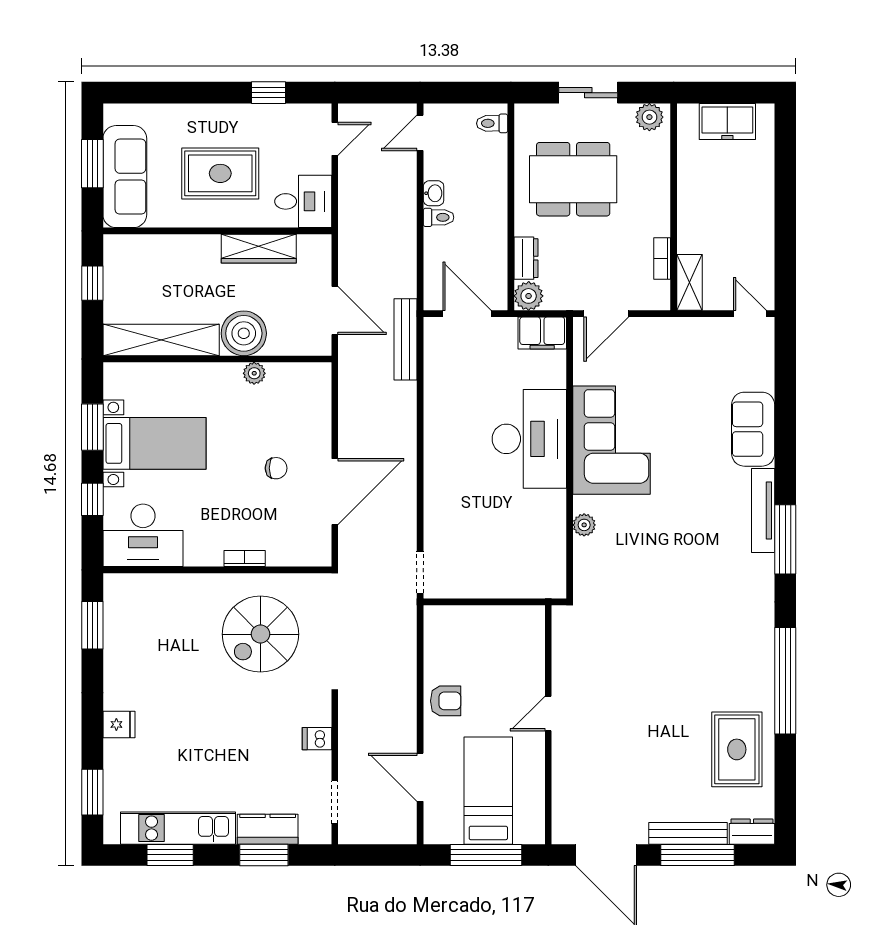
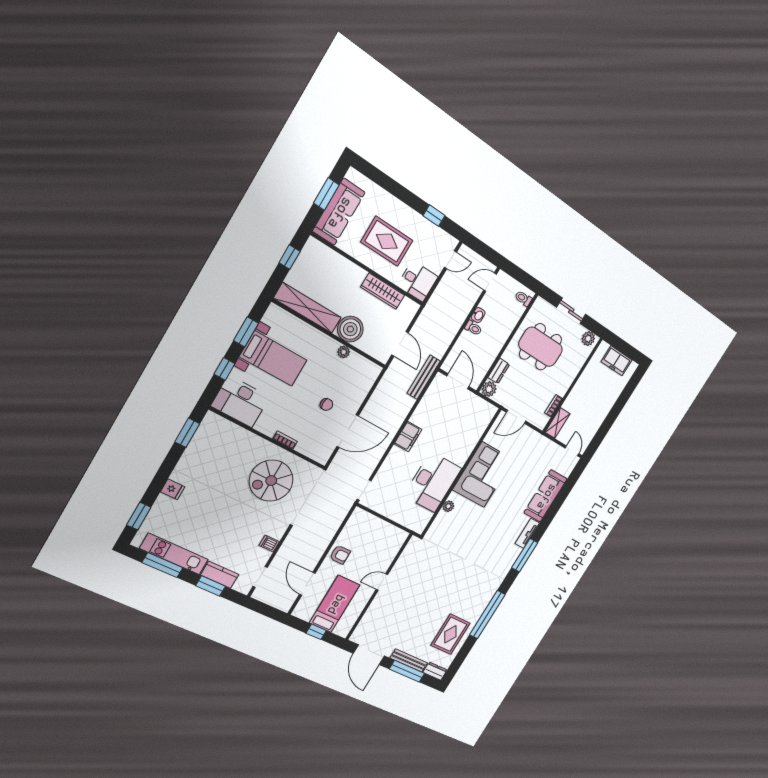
filing cabinet: (542, 333) -> (408, 437), moved, turned -90
sofa: (753, 429) -> (546, 496), width x1.36
desk: (529, 439) -> (433, 482), moved
tv unit: (763, 511) -> (527, 533), width x0.71
window: (170, 855) -> (162, 565), width x1.44
window: (486, 855) -> (316, 632), width x0.46

